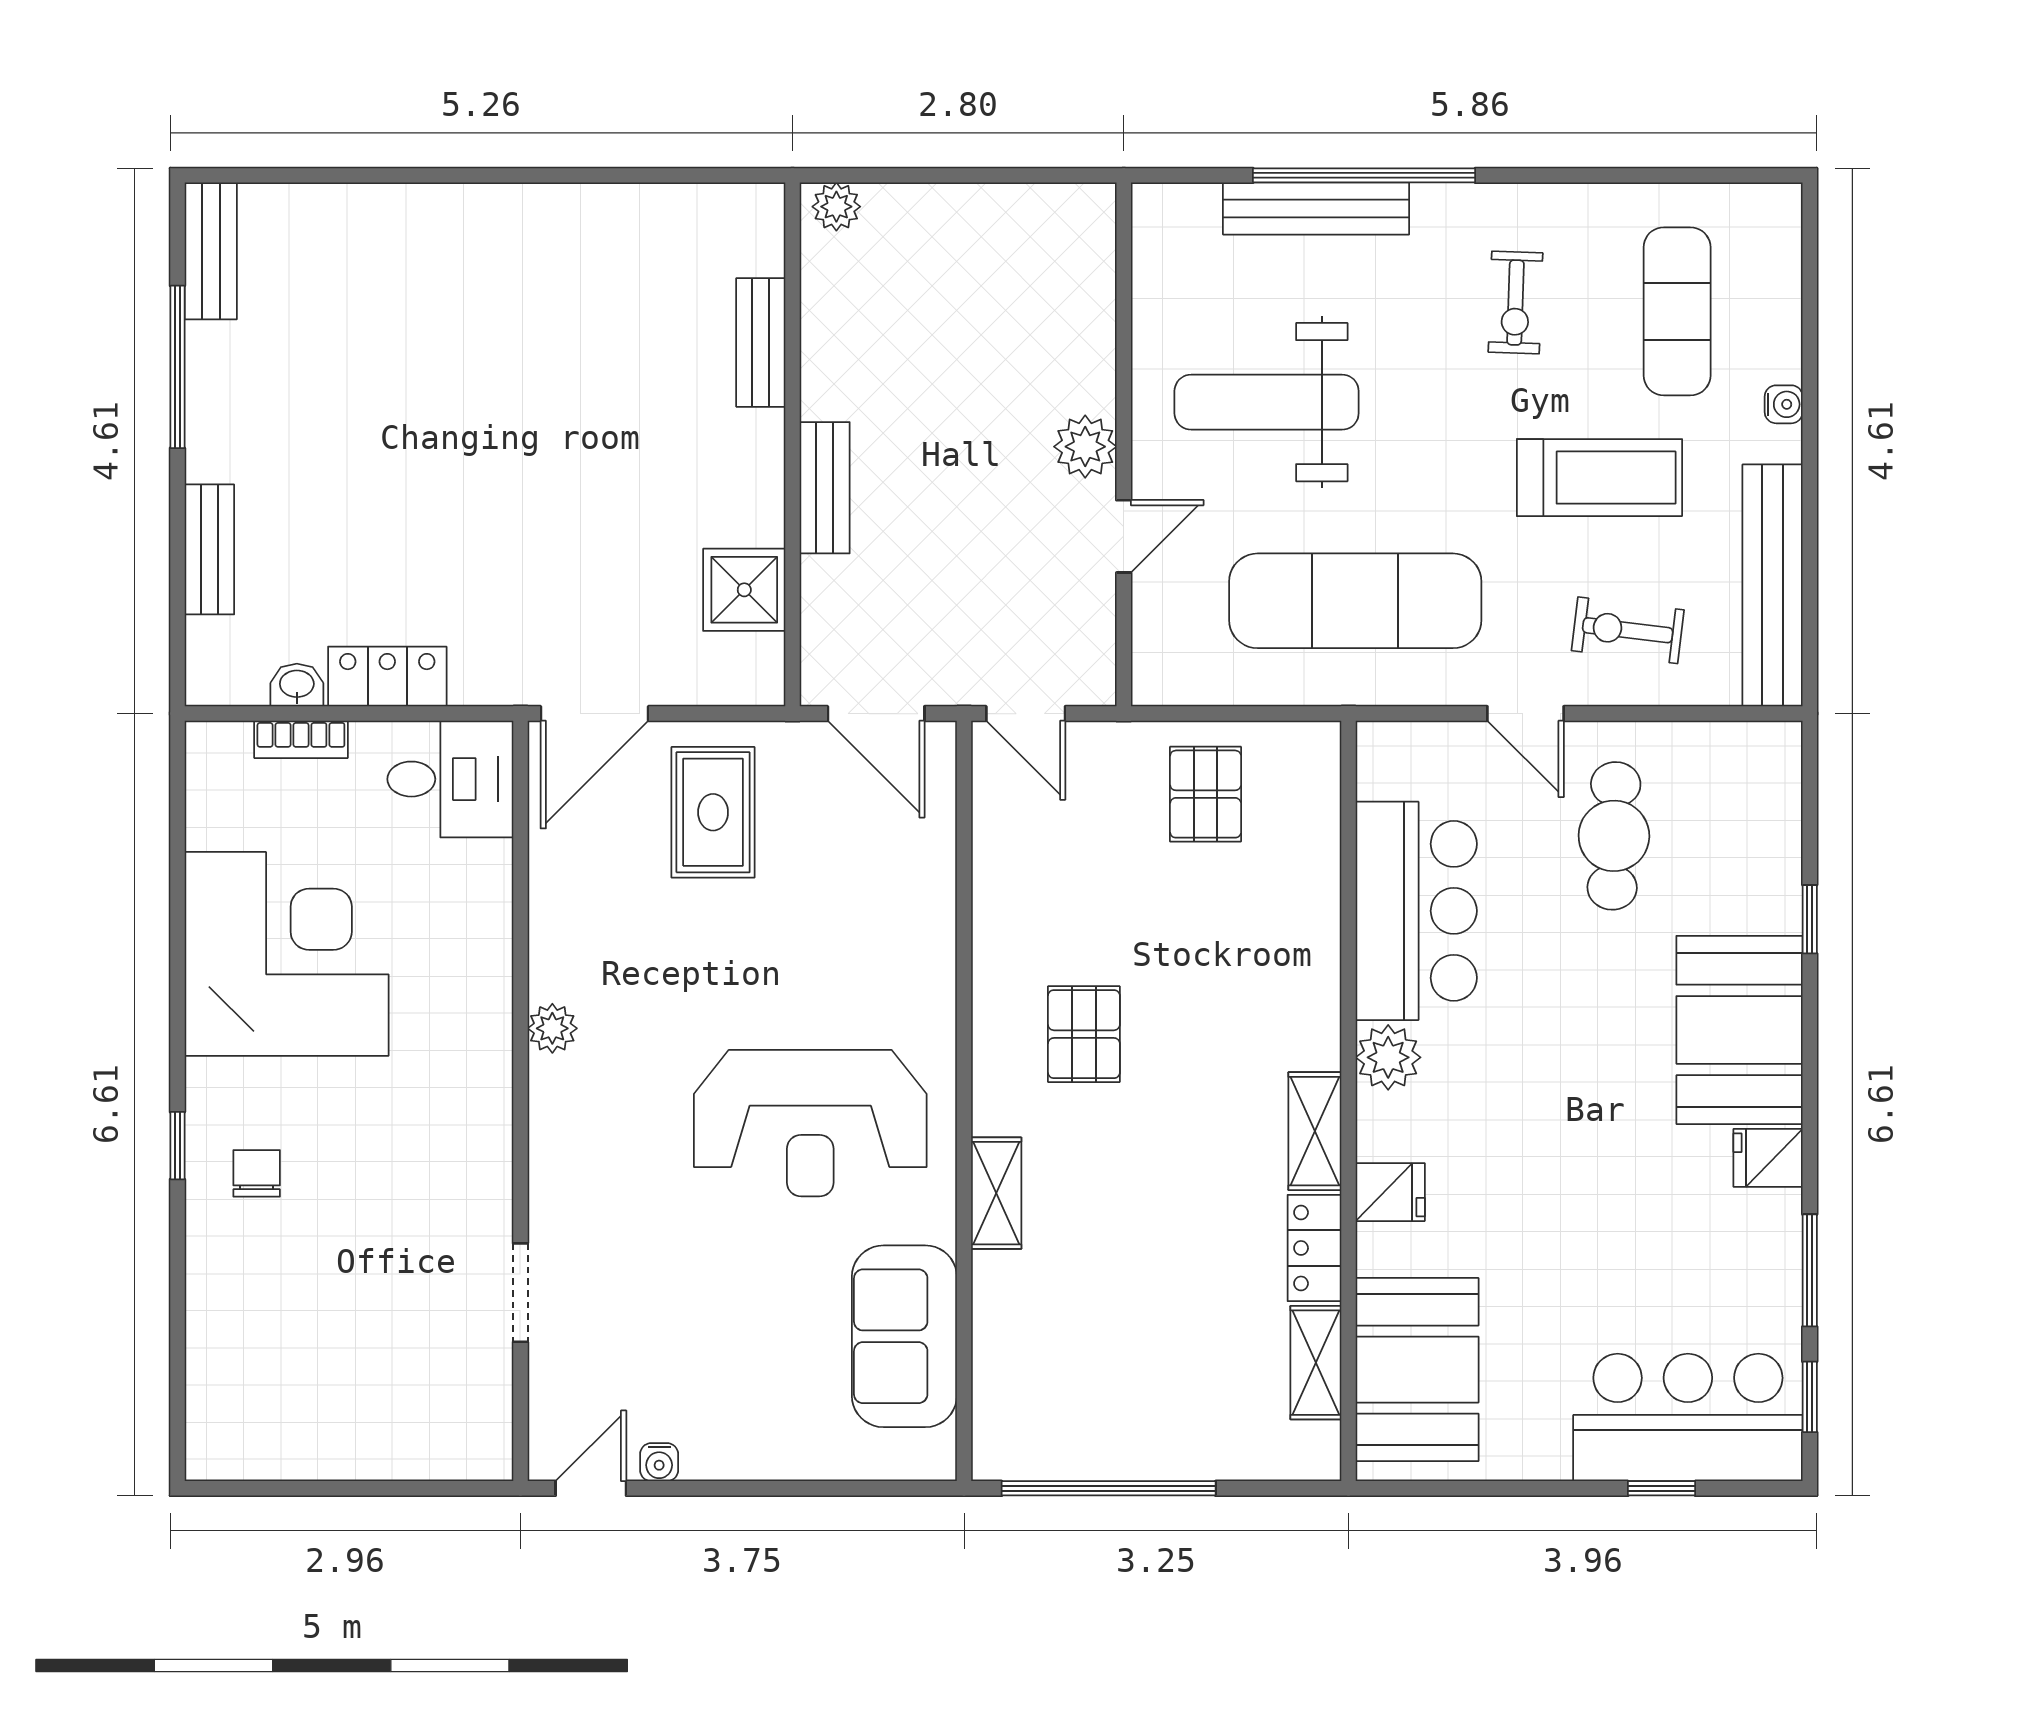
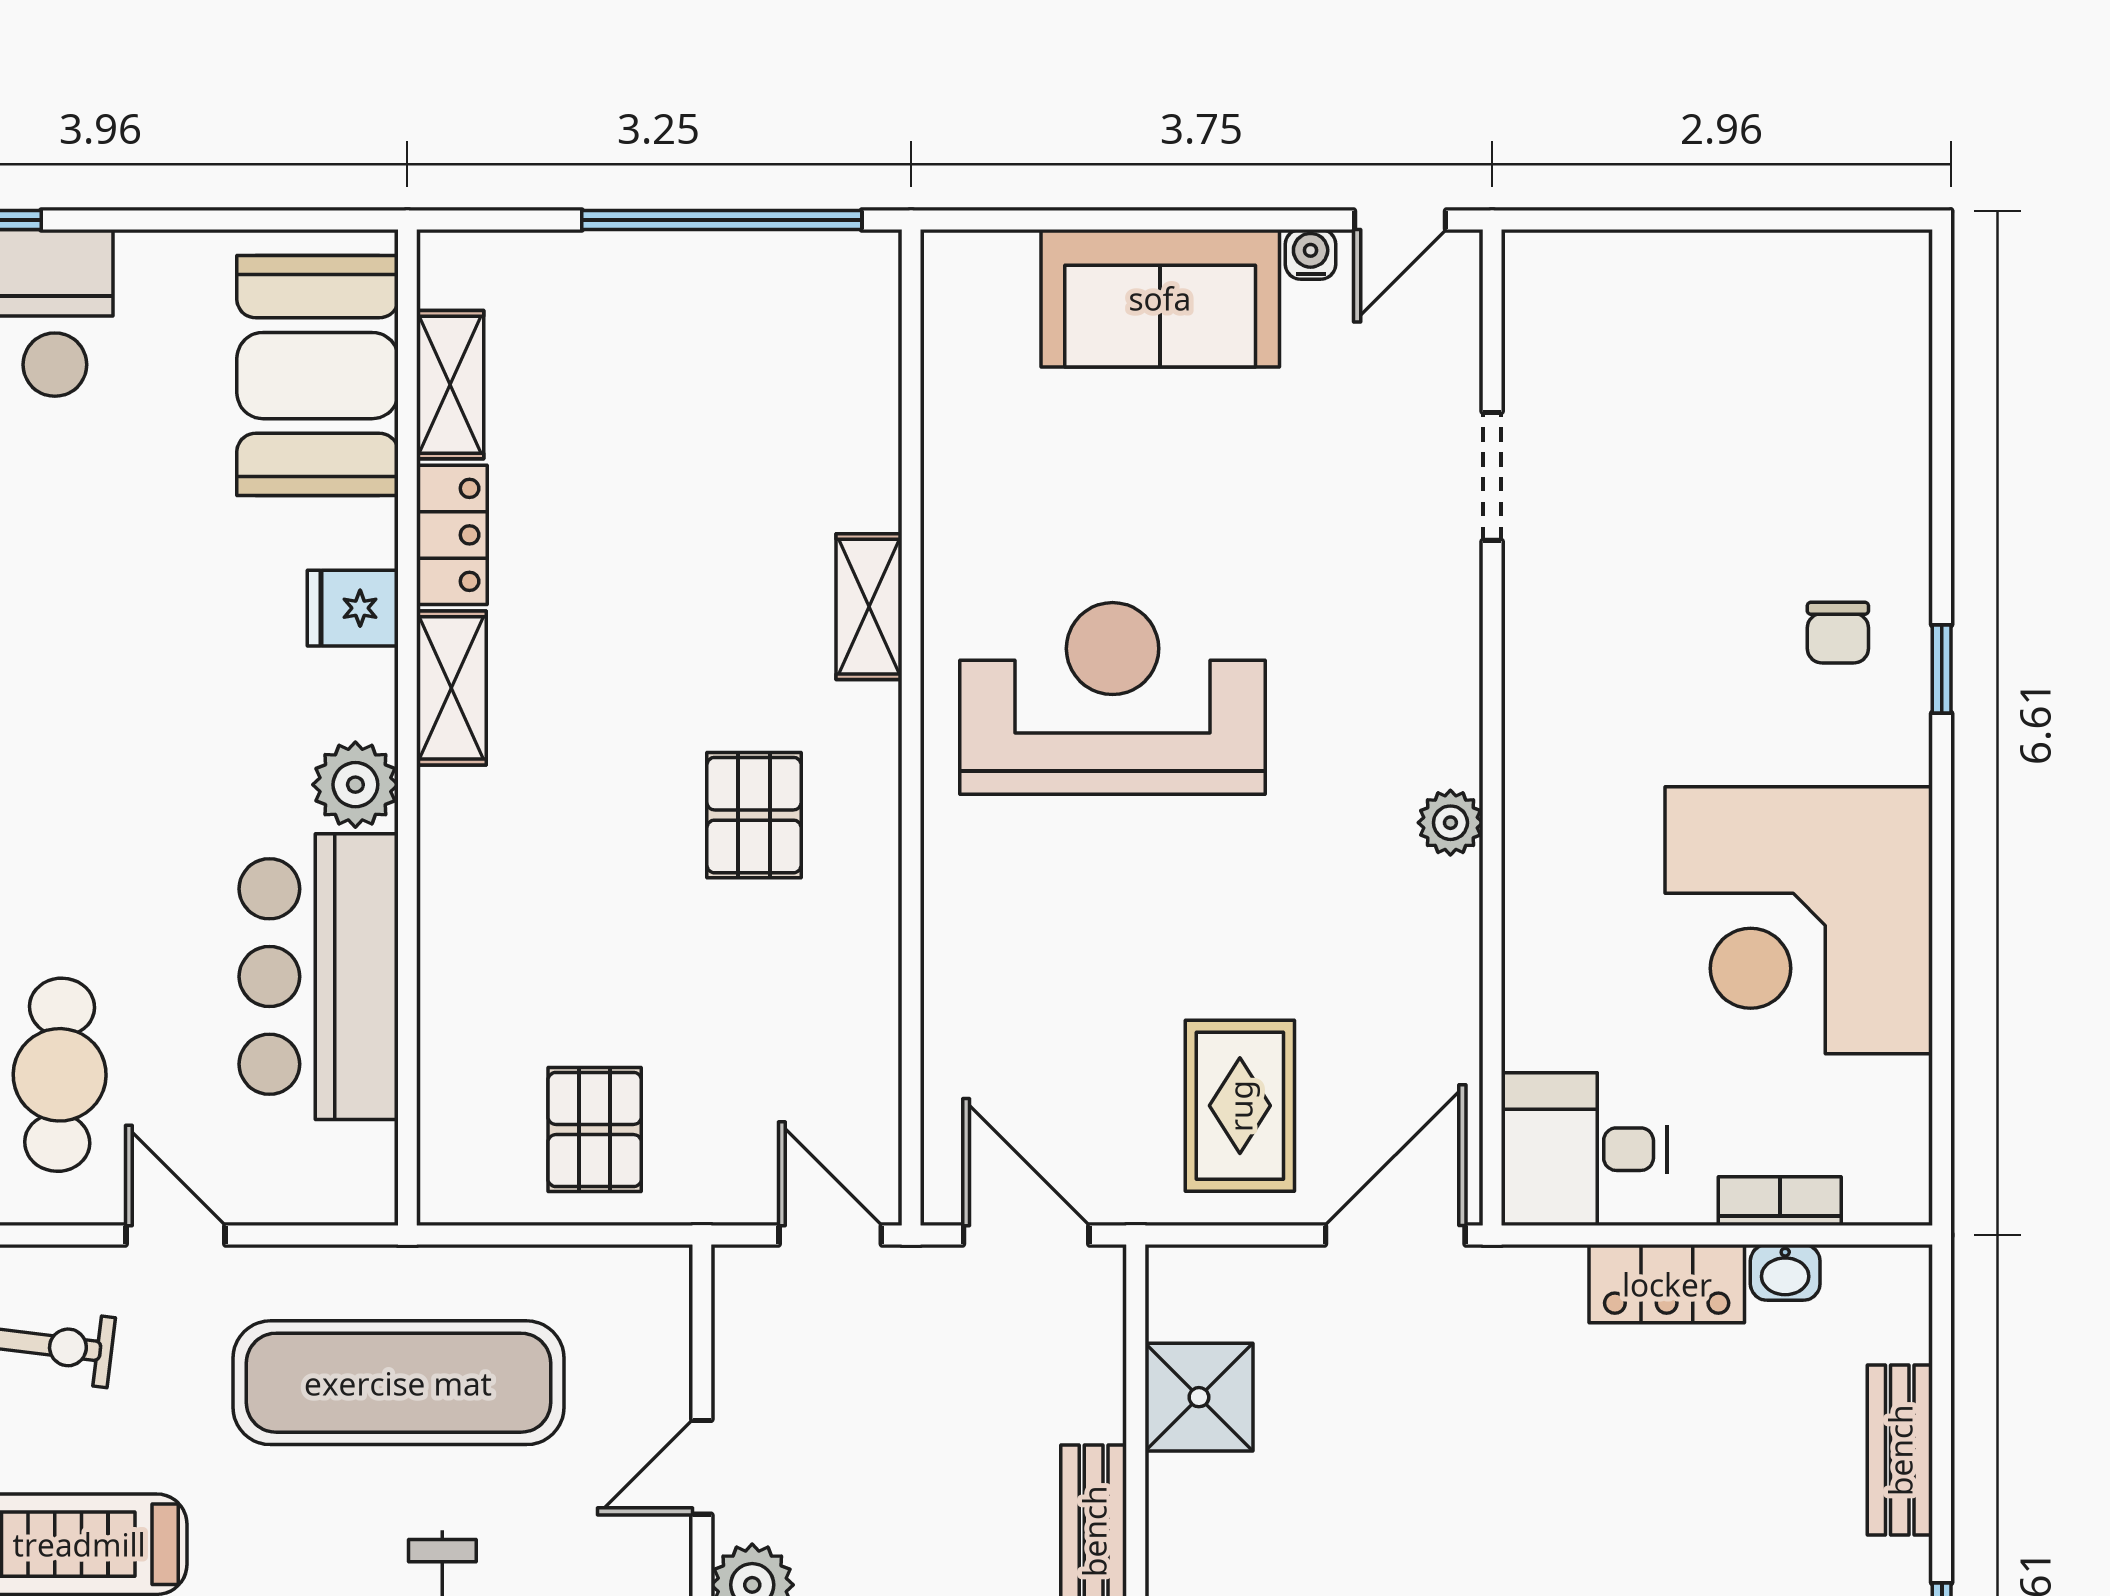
sofa: (904, 1336) -> (1160, 298), moved, turned 90

